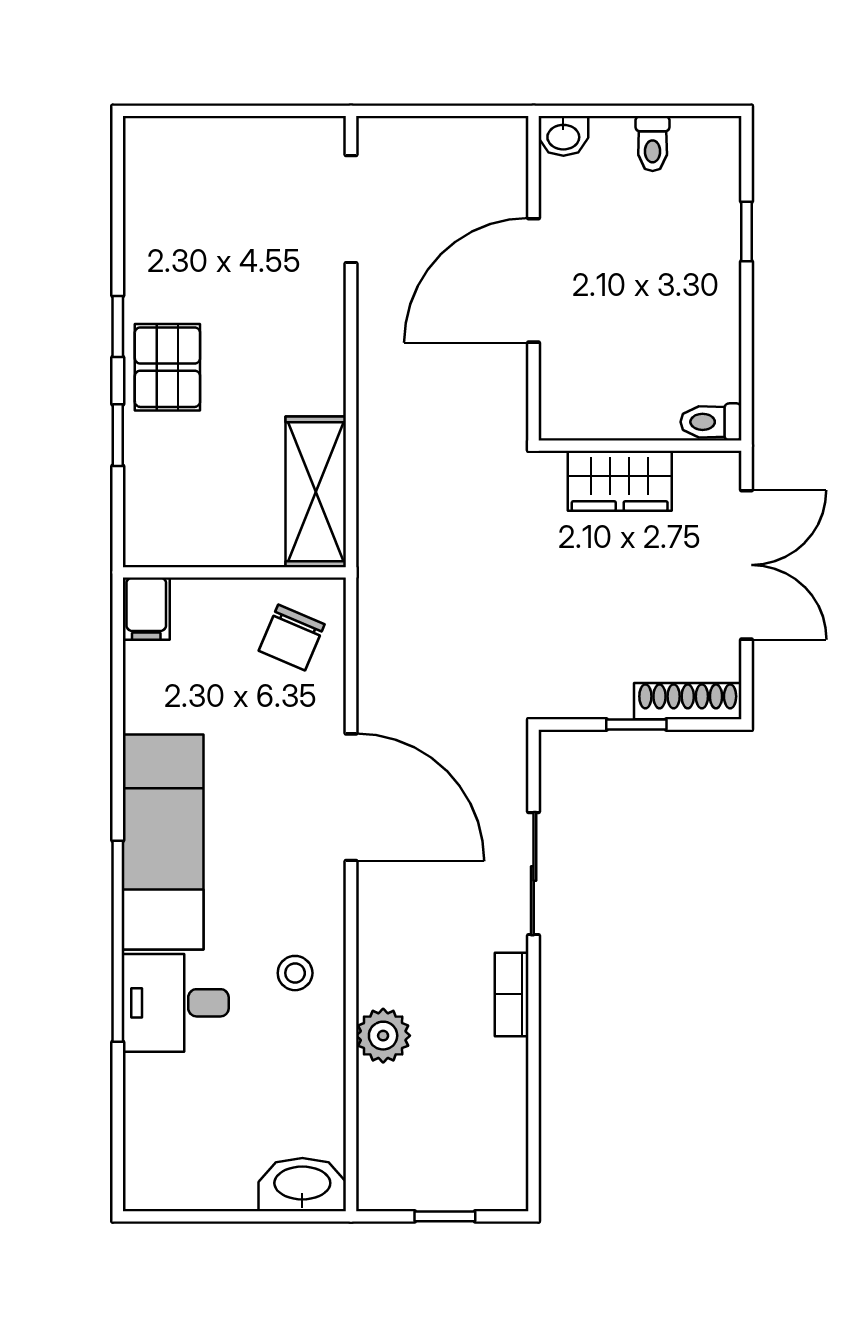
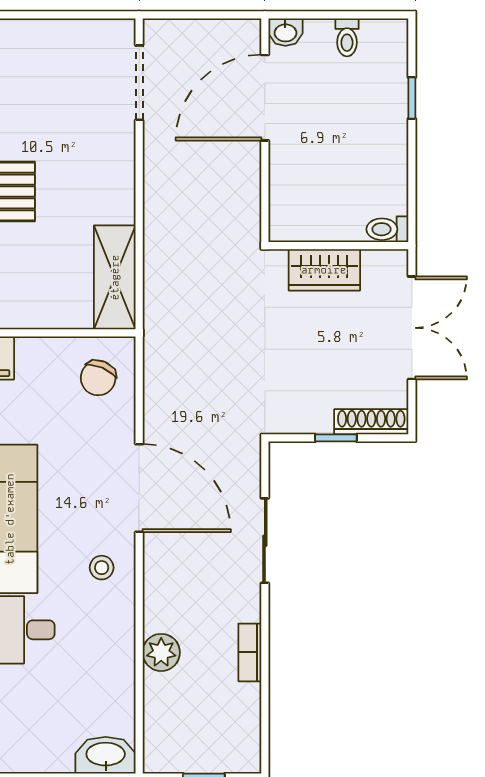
door: (534, 280) -> (265, 98), moved
stool: (295, 973) -> (102, 568), moved
bookcase: (512, 994) -> (250, 652), moved

